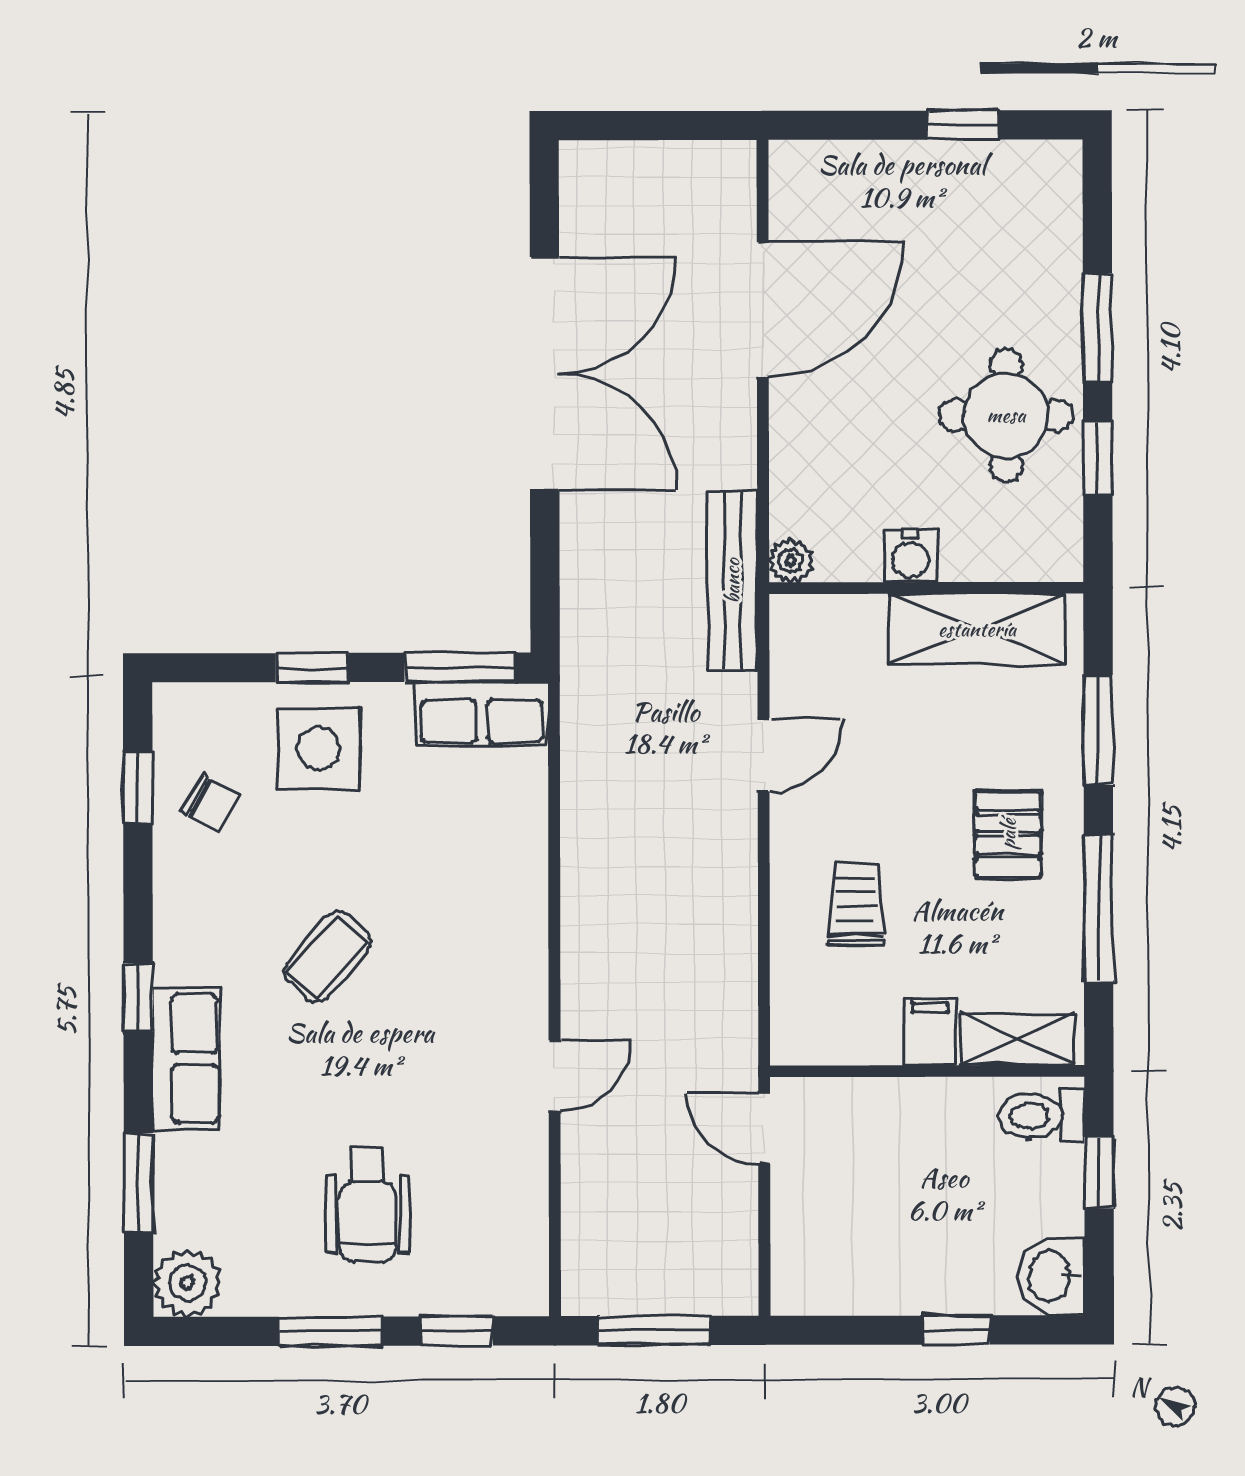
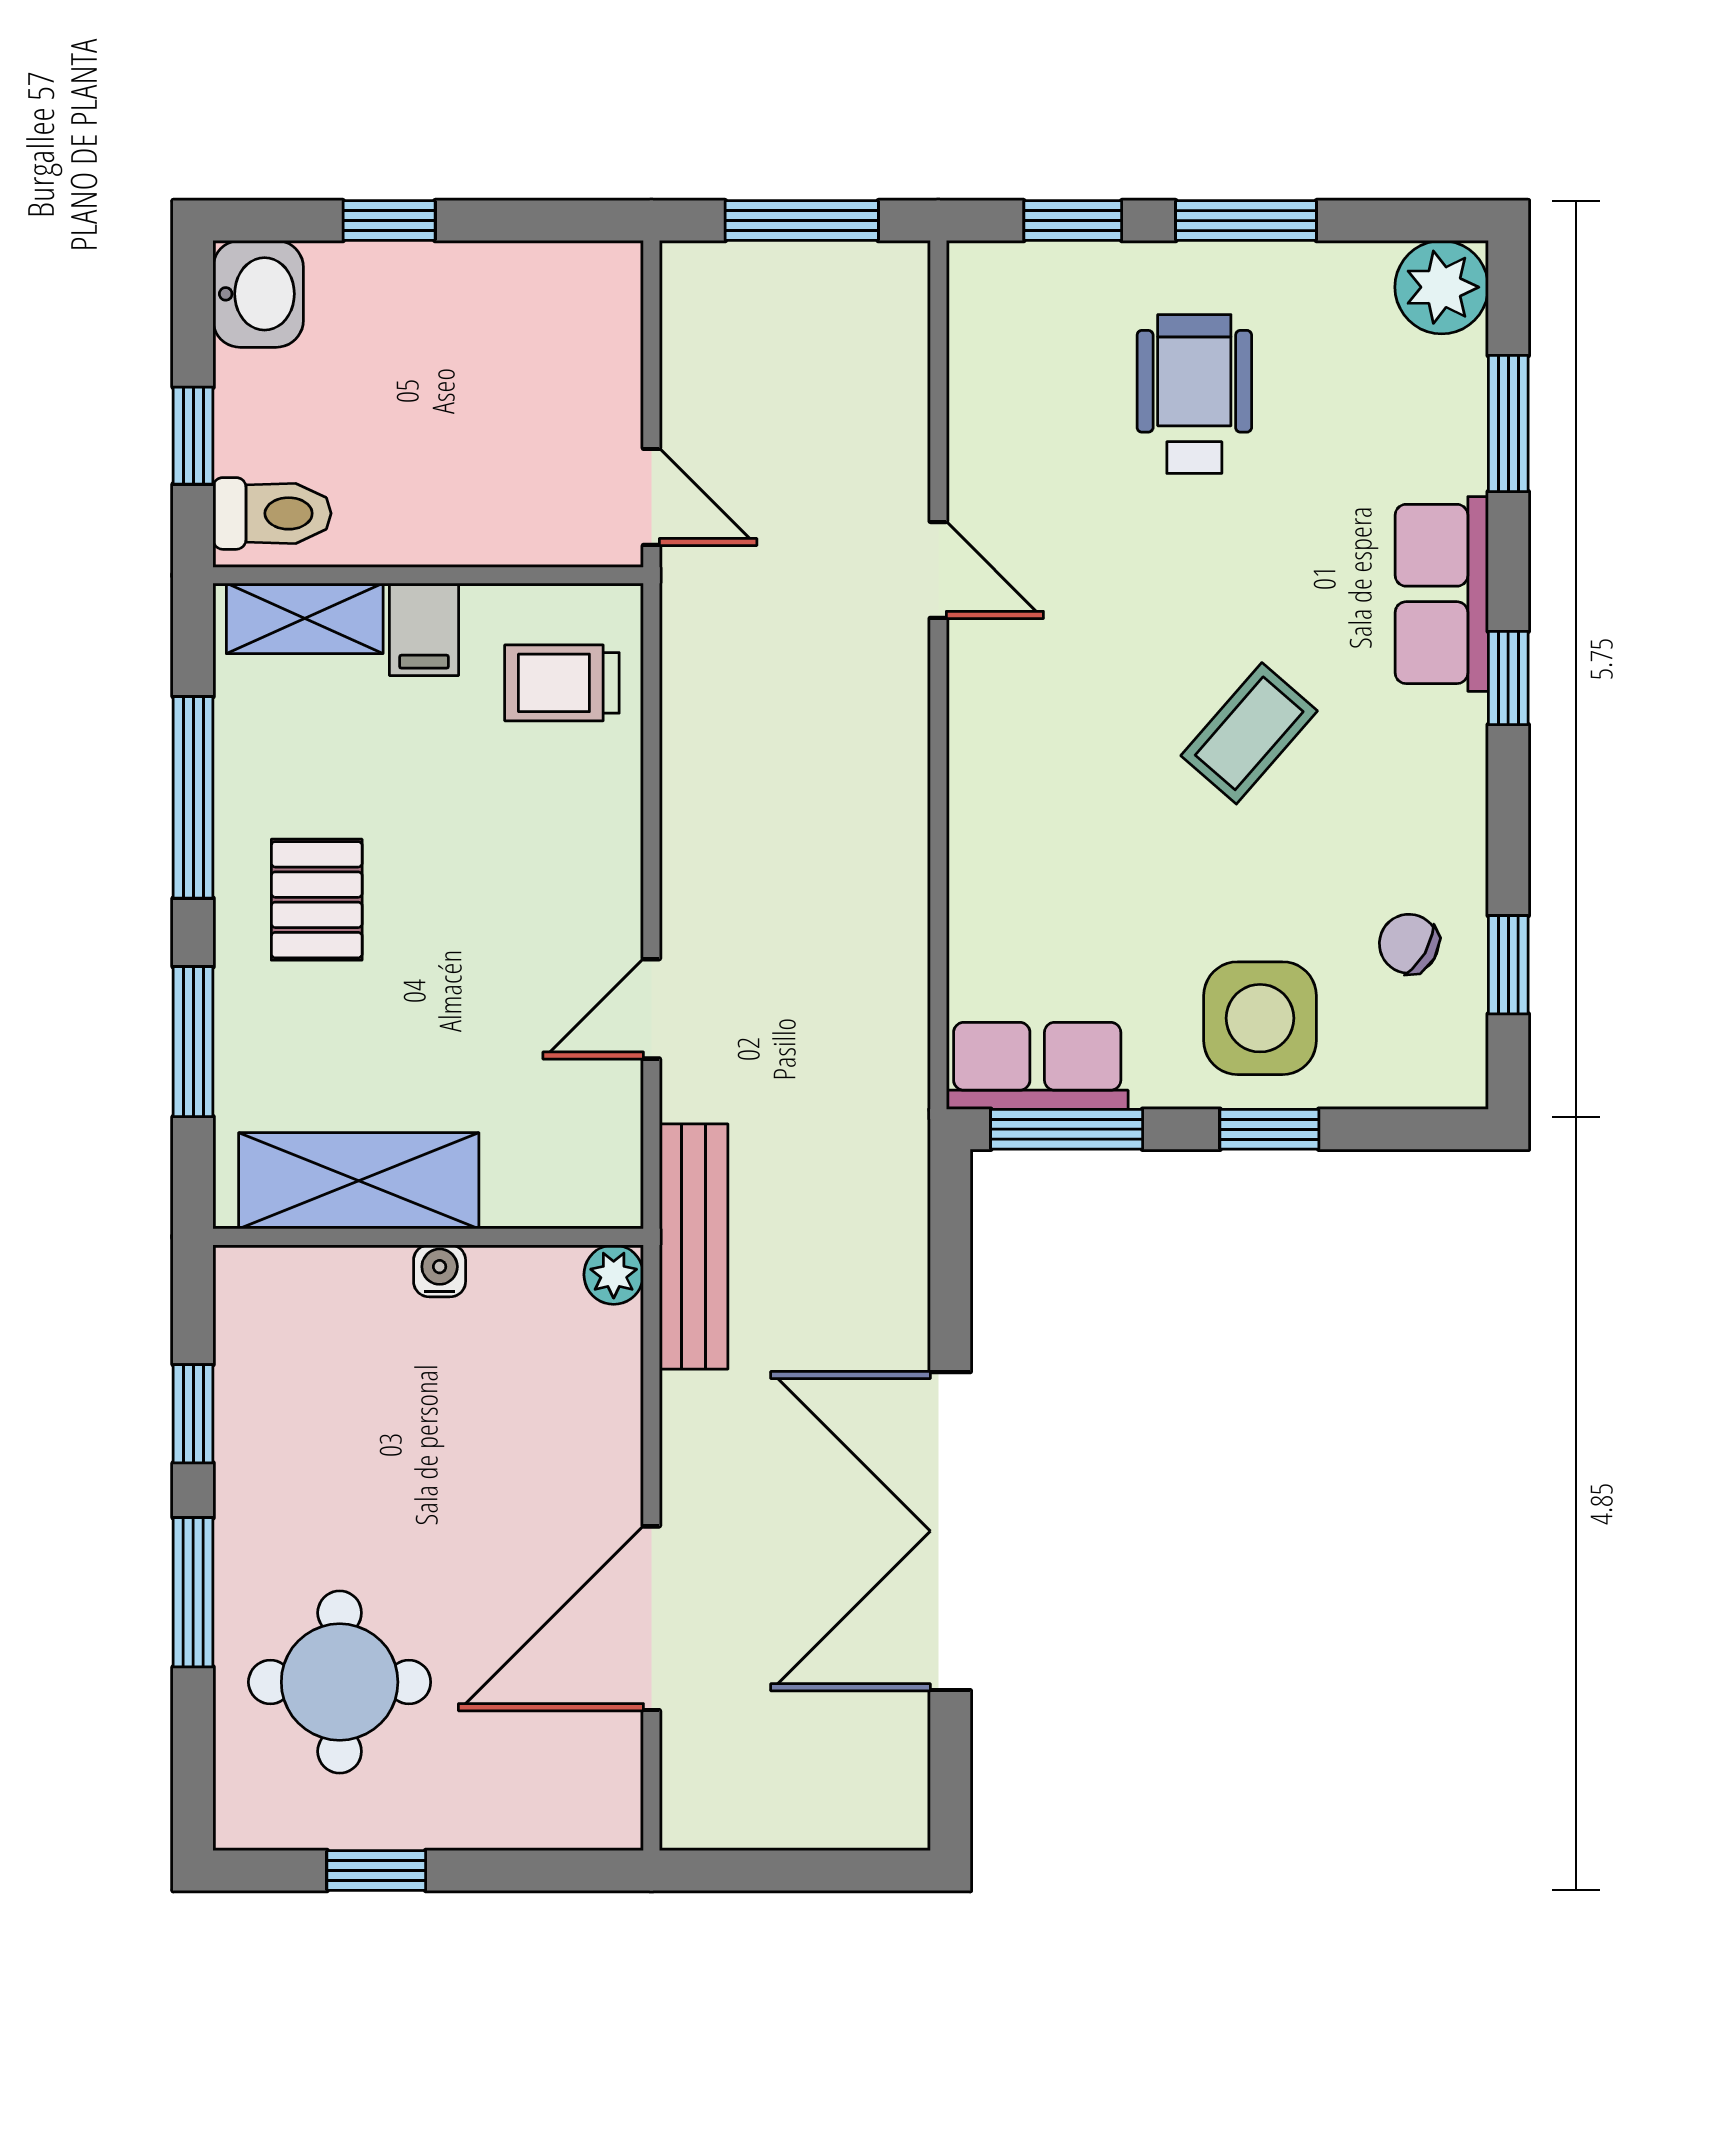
round table: (1006, 415) -> (340, 1682), moved
water cooler: (911, 556) -> (440, 1271), width x0.72, depth x0.72
trolley: (856, 905) -> (562, 683), moved, turned 90
door: (555, 1076) -> (938, 570), swing flipped

